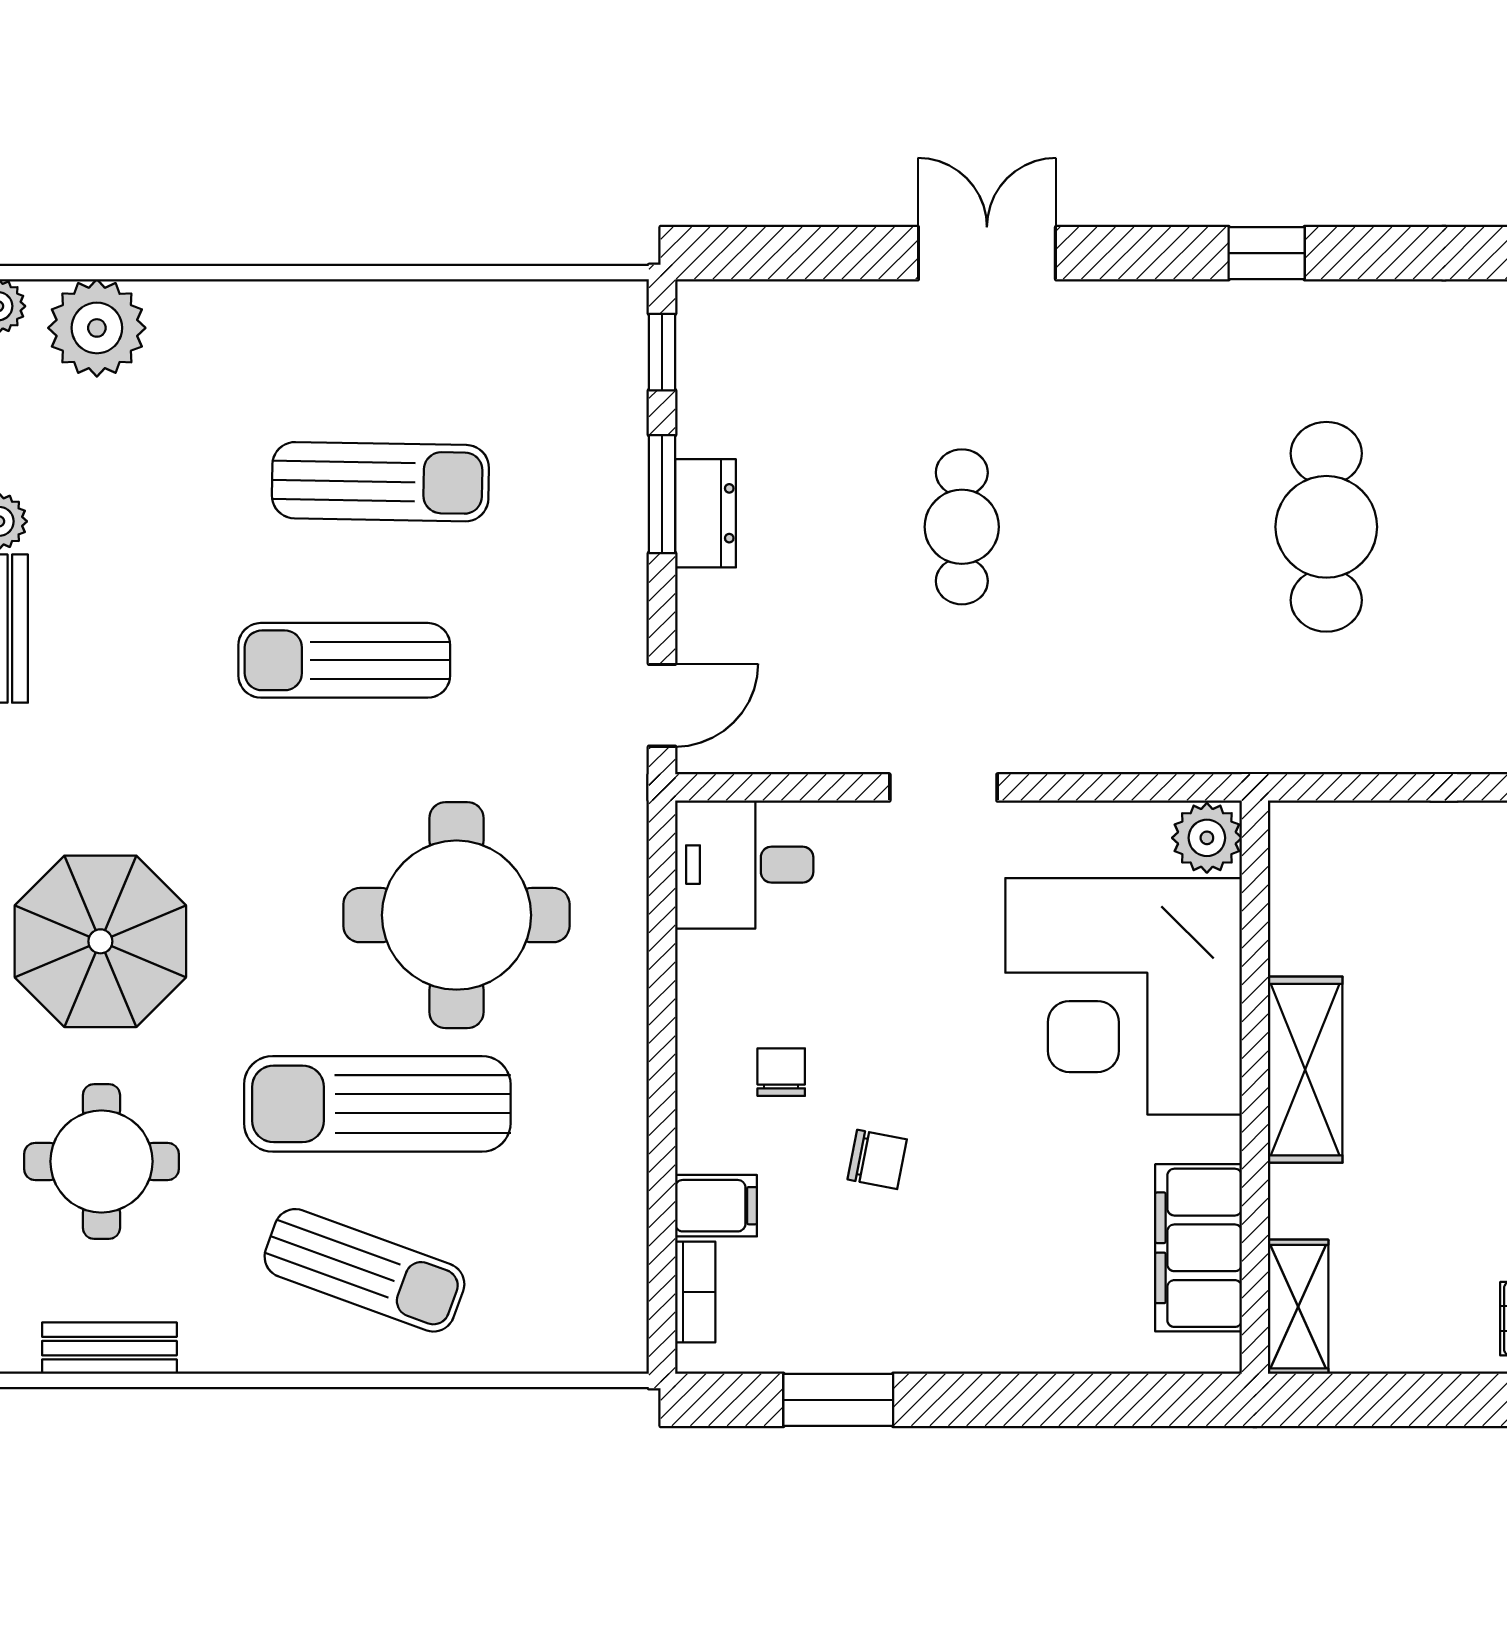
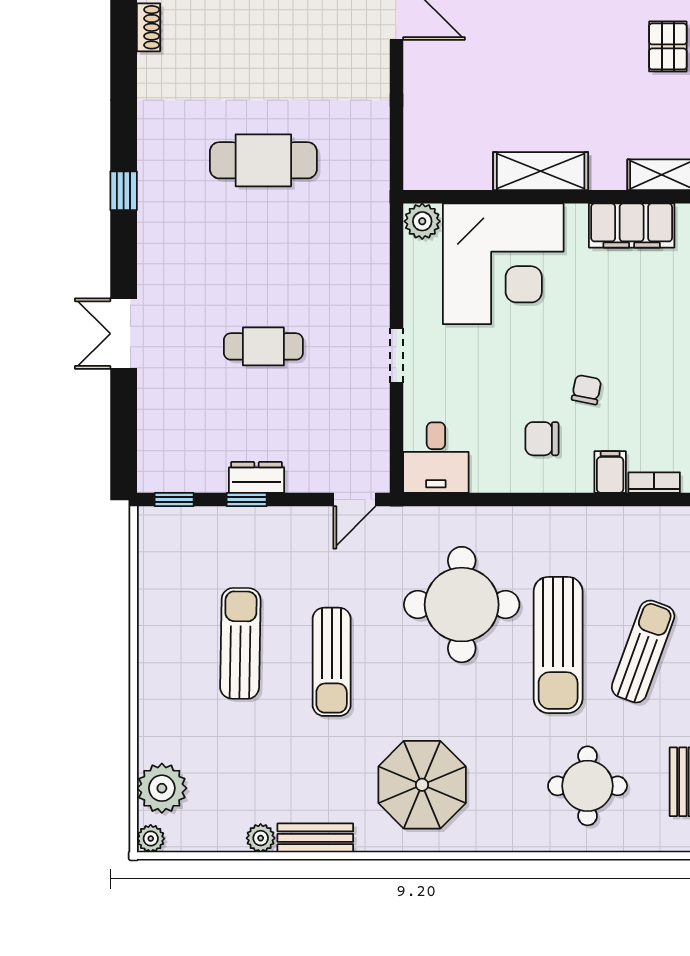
window: (662, 494) -> (247, 500), width x0.67
door: (662, 705) -> (355, 500), swing flipped
parasol: (100, 941) -> (422, 785), moved
chair: (781, 1072) -> (542, 439), width x1.37, depth x1.37

